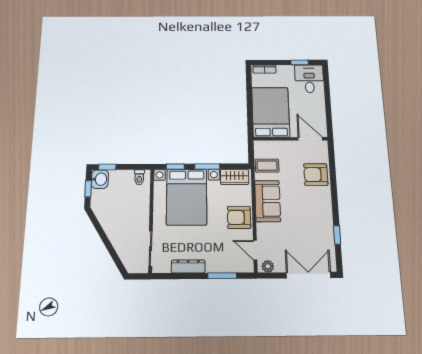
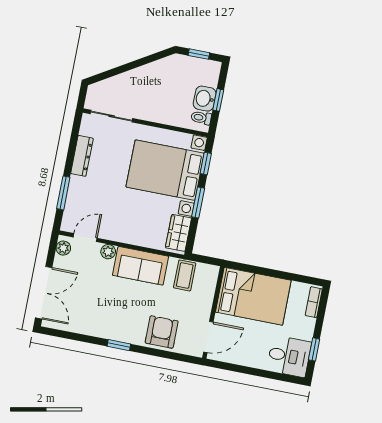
window: (107, 167) -> (218, 100), moved
washbasin: (100, 179) -> (205, 99), moved, turned 90
armchair: (239, 217) -> (128, 227), removed
plant: (262, 229) -> (108, 252), added
window: (337, 235) -> (119, 345), moved

